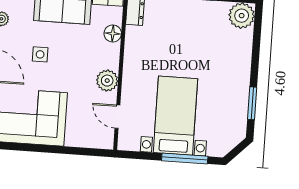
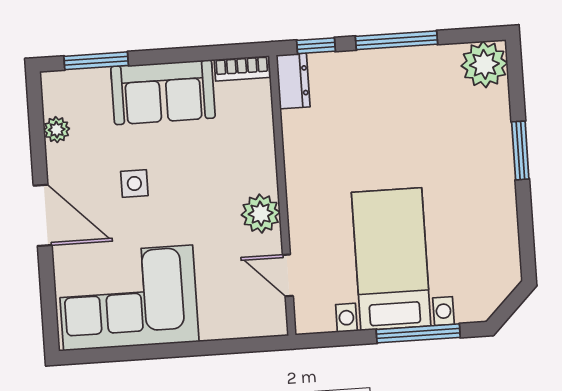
floor lamp: (113, 33) -> (259, 128), removed
window: (252, 103) -> (520, 150), moved

